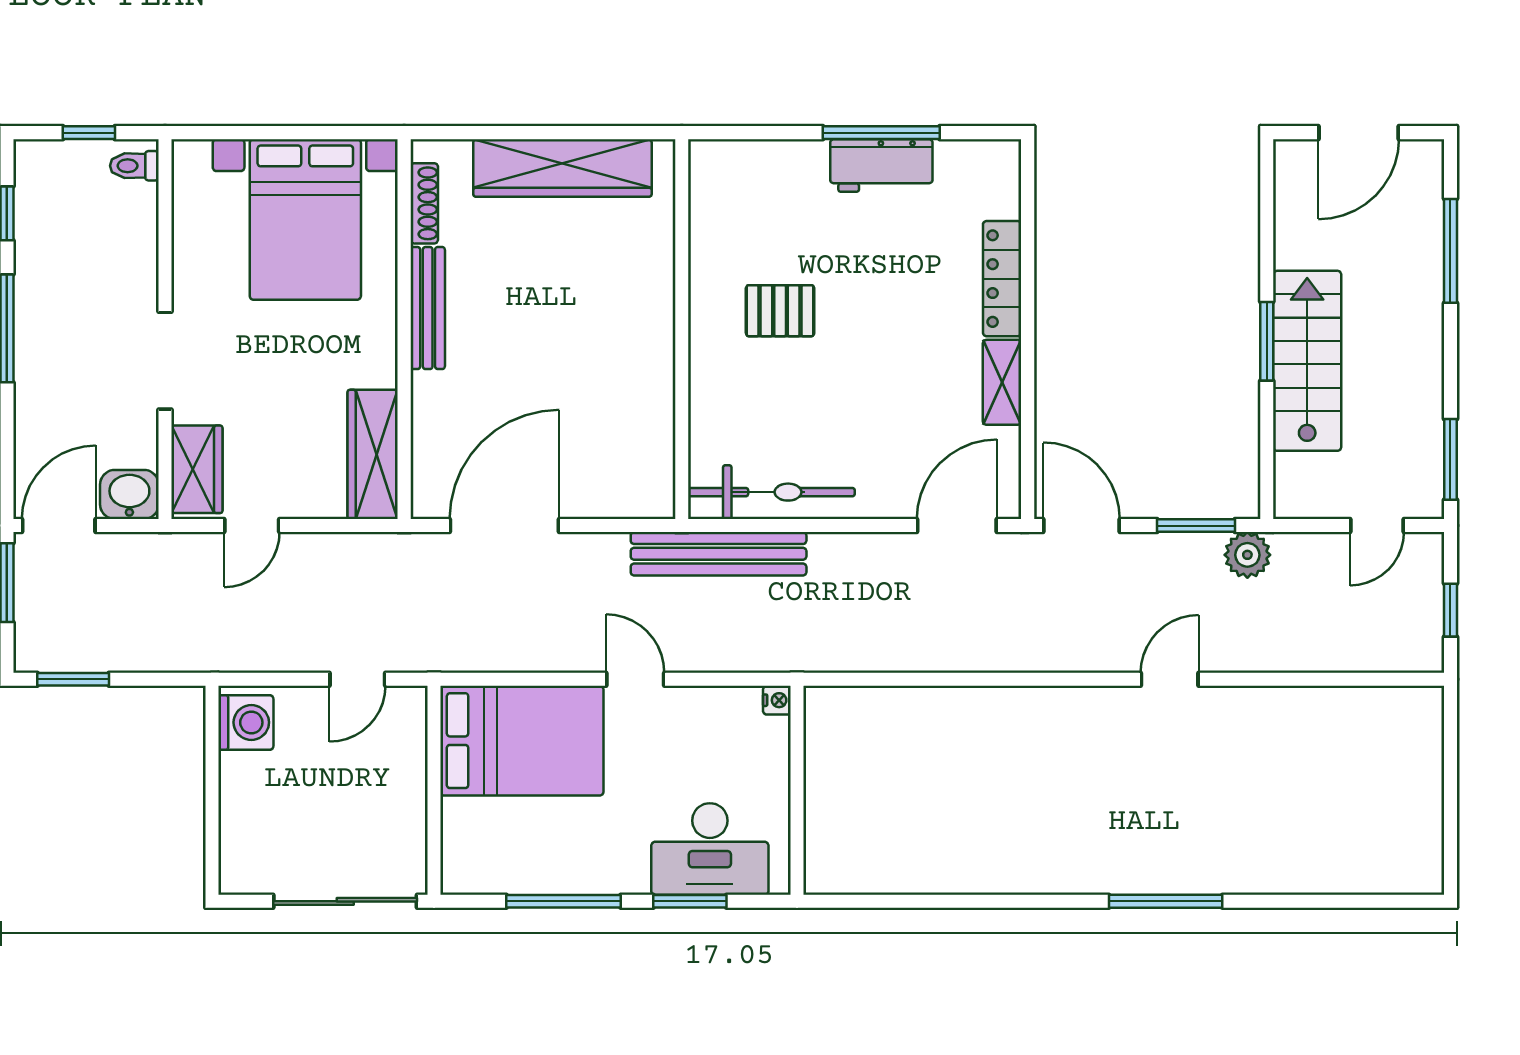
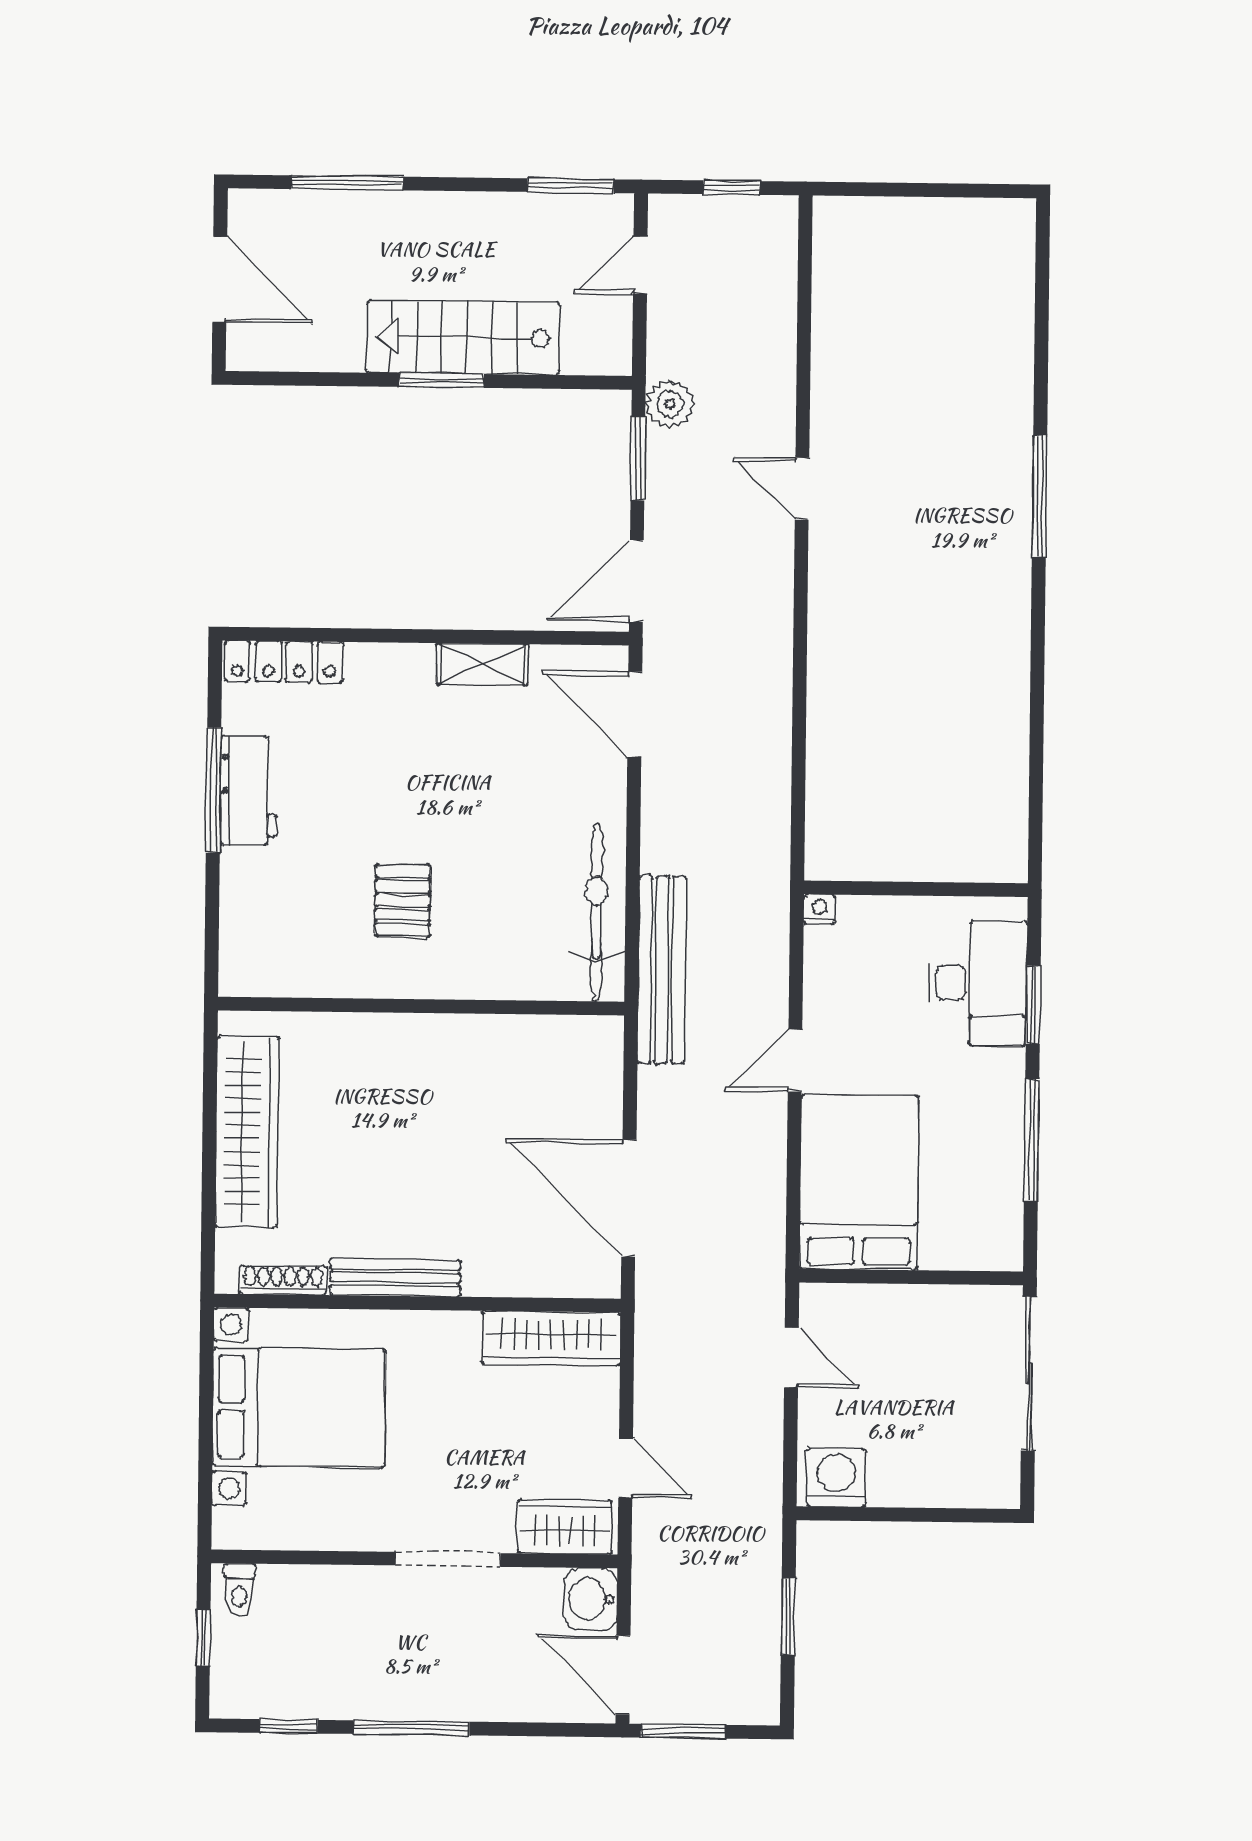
locker: (1002, 279) -> (284, 662), moved
door: (1377, 526) -> (640, 265), swing flipped
window: (73, 679) -> (788, 1617), moved

